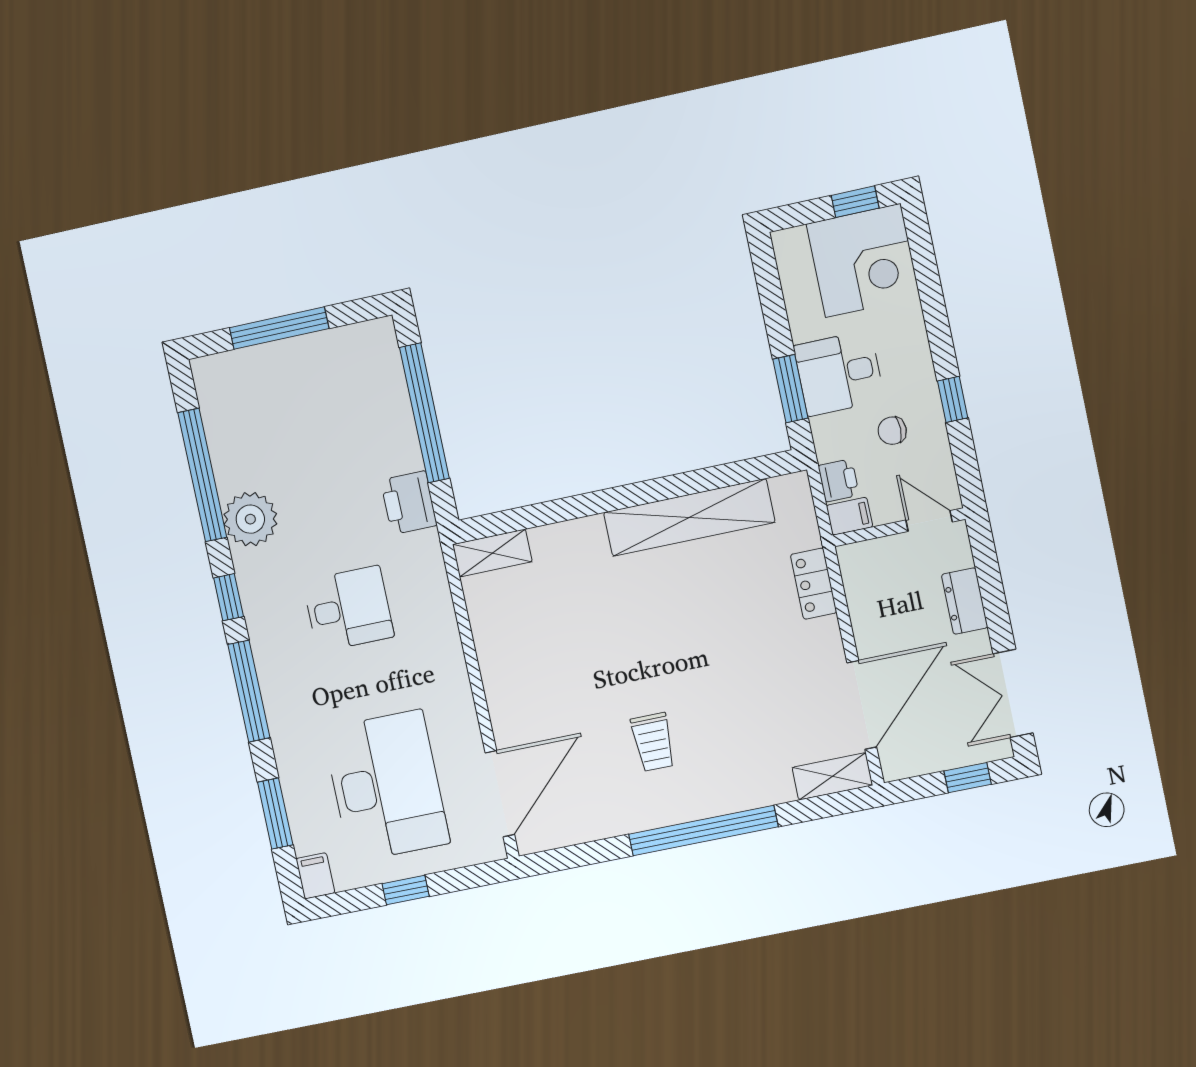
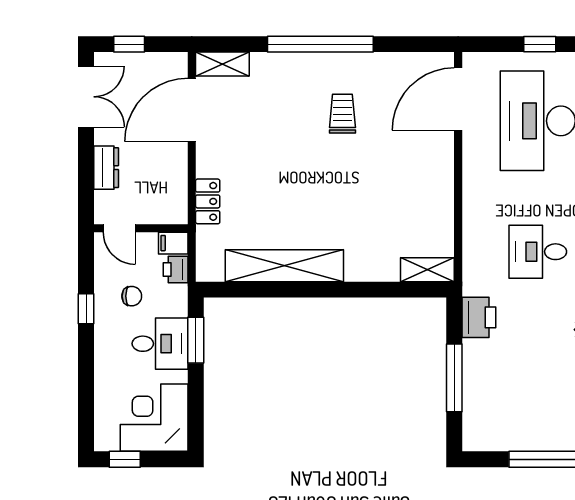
corner desk: (863, 261) -> (154, 418), moved
window: (424, 413) -> (454, 378), width x0.68

